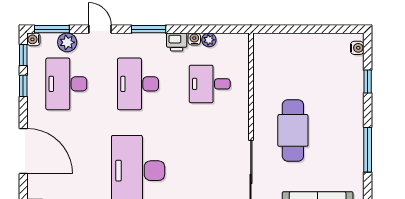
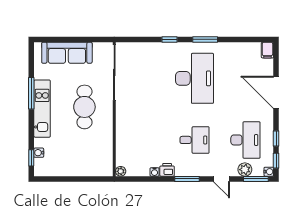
plant: (209, 40) -> (121, 171), moved
water cooler: (357, 48) -> (39, 153), moved
window: (368, 81) -> (31, 158), moved
desk: (138, 84) -> (195, 140), width x0.73
desk: (210, 84) -> (144, 140), removed
kitchen unit: (353, 128) -> (42, 109), added

